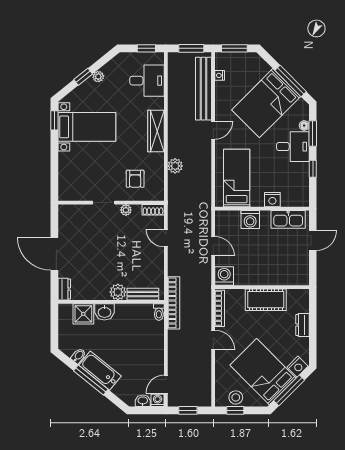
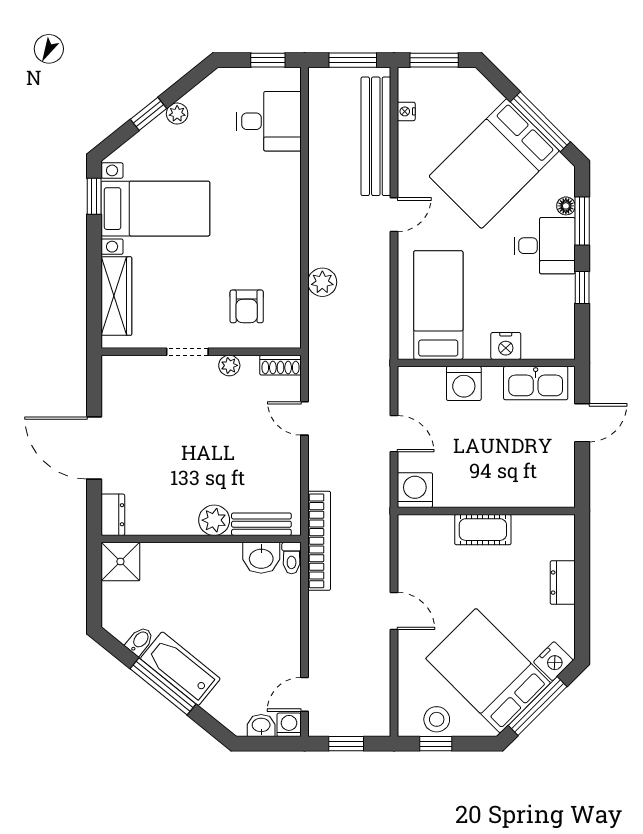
wardrobe: (156, 131) -> (116, 296), moved, turned 180
cot: (266, 300) -> (483, 530), width x0.73, depth x0.75
bookcase: (220, 308) -> (406, 551), removed
washbasin: (104, 312) -> (261, 558), moved
shower: (83, 314) -> (120, 562), moved

